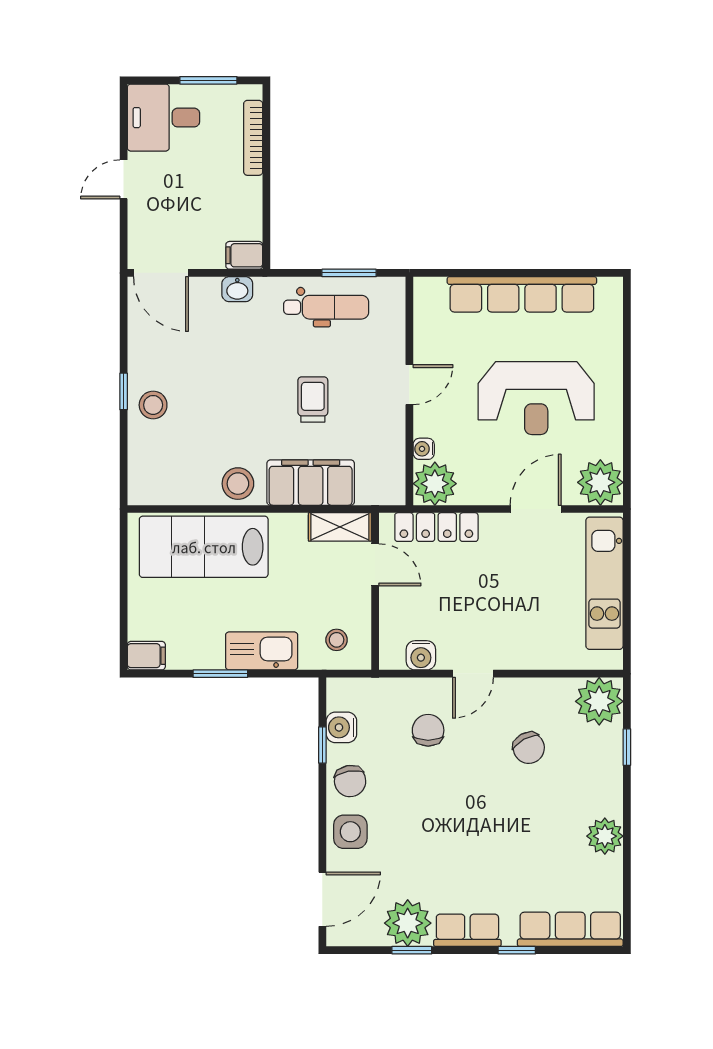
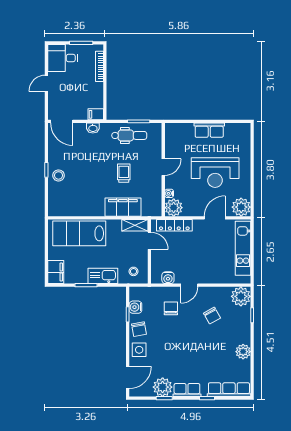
row of seats: (522, 294) -> (209, 130), width x0.50
stool: (238, 484) -> (93, 208), removed
filing cabinet: (146, 656) -> (56, 272), width x2.00

